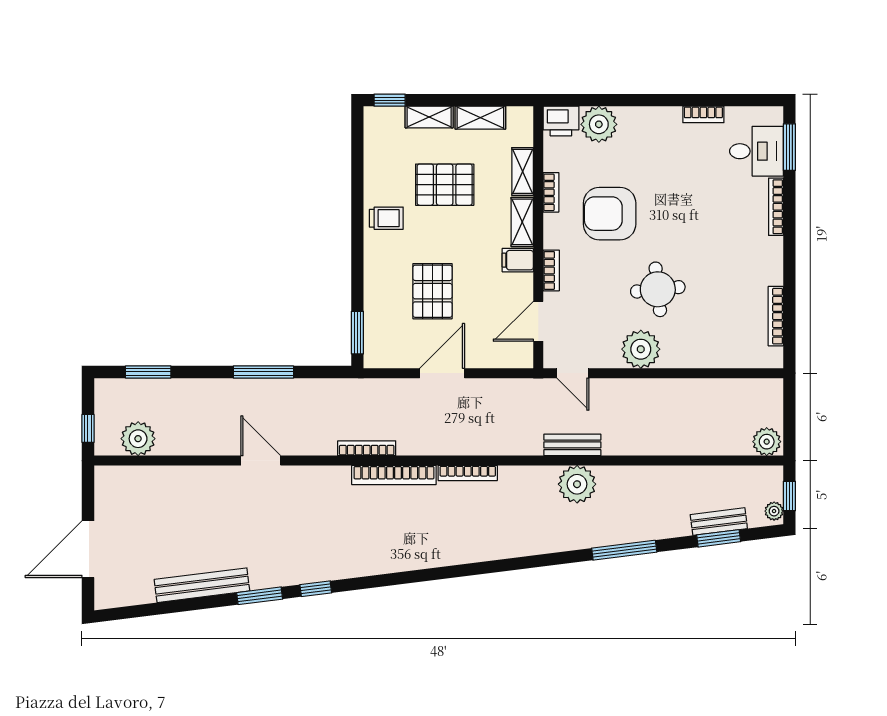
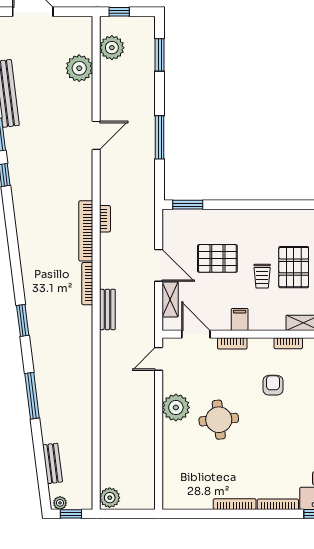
armchair: (610, 214) -> (273, 385), width x0.53, depth x0.53
trolley: (386, 218) -> (262, 276), moved
shelving: (522, 222) -> (170, 299), moved, turned 90
bookcase: (776, 316) -> (235, 504), moved
bench: (572, 445) -> (107, 309), moved
bookcase: (367, 448) -> (105, 219), width x0.64
plant: (577, 484) -> (79, 68), moved
window: (719, 538) -> (23, 320), moved

